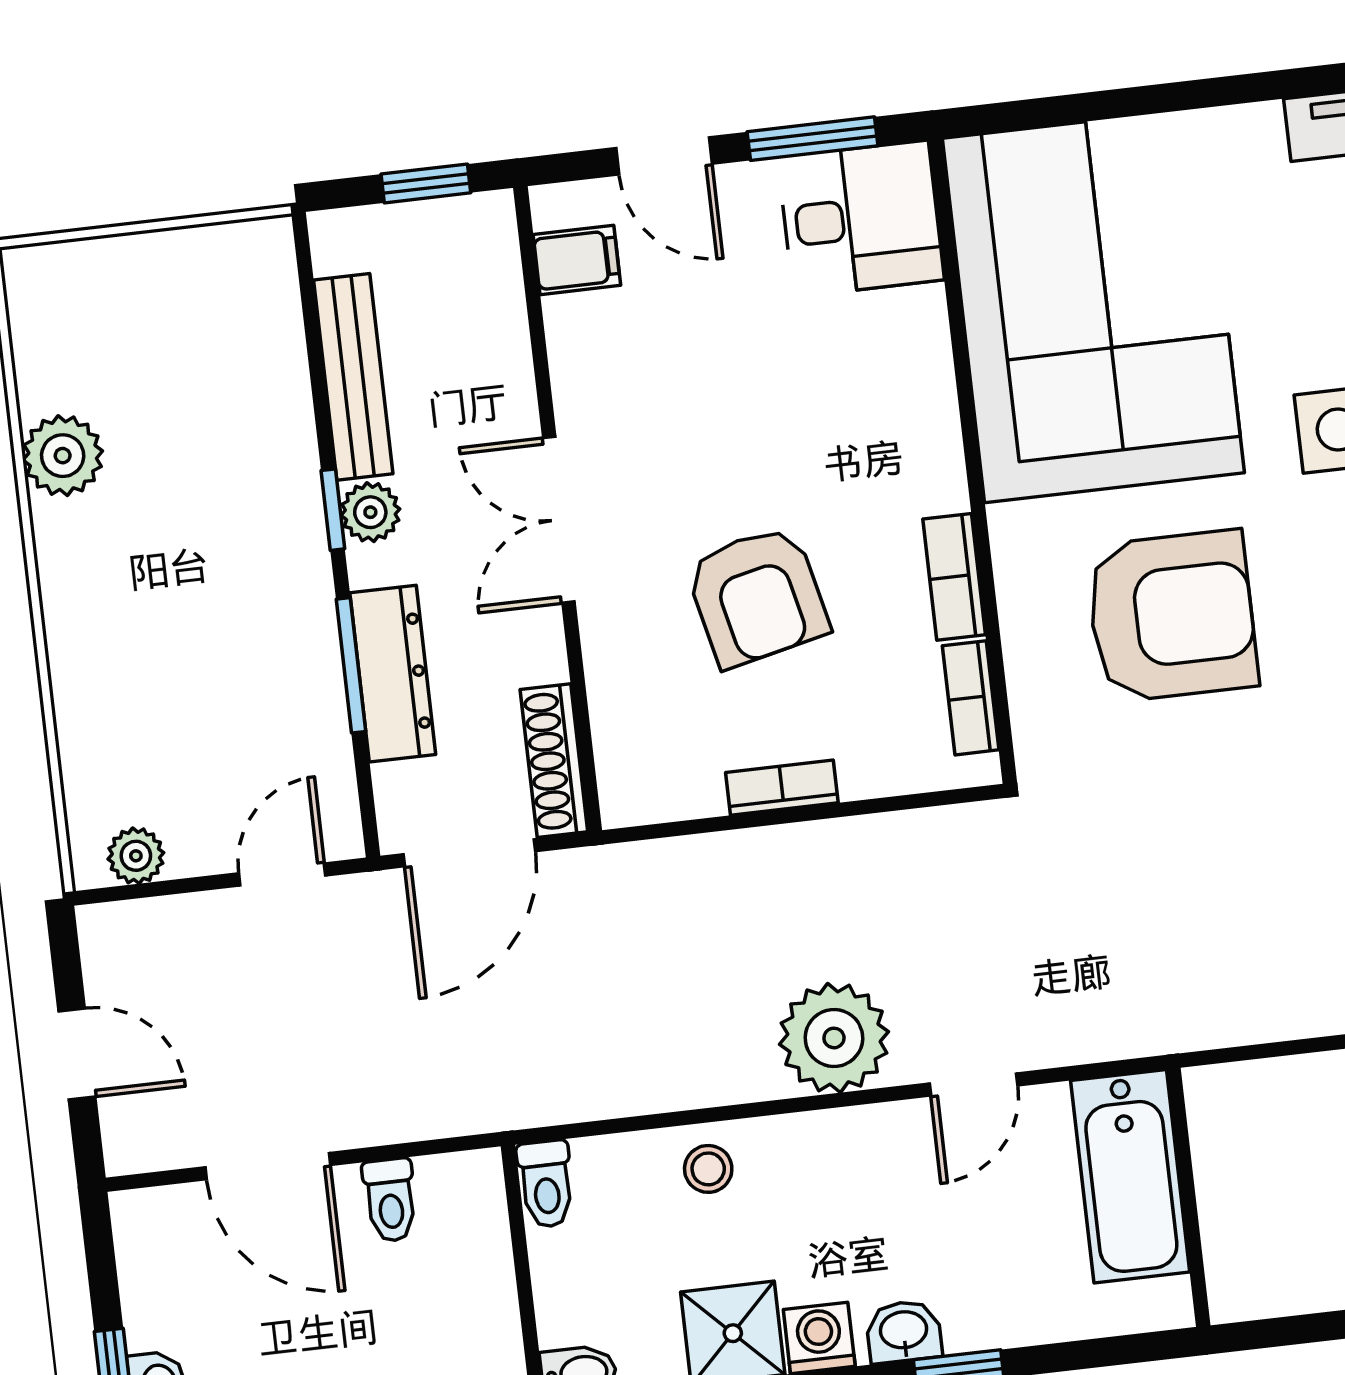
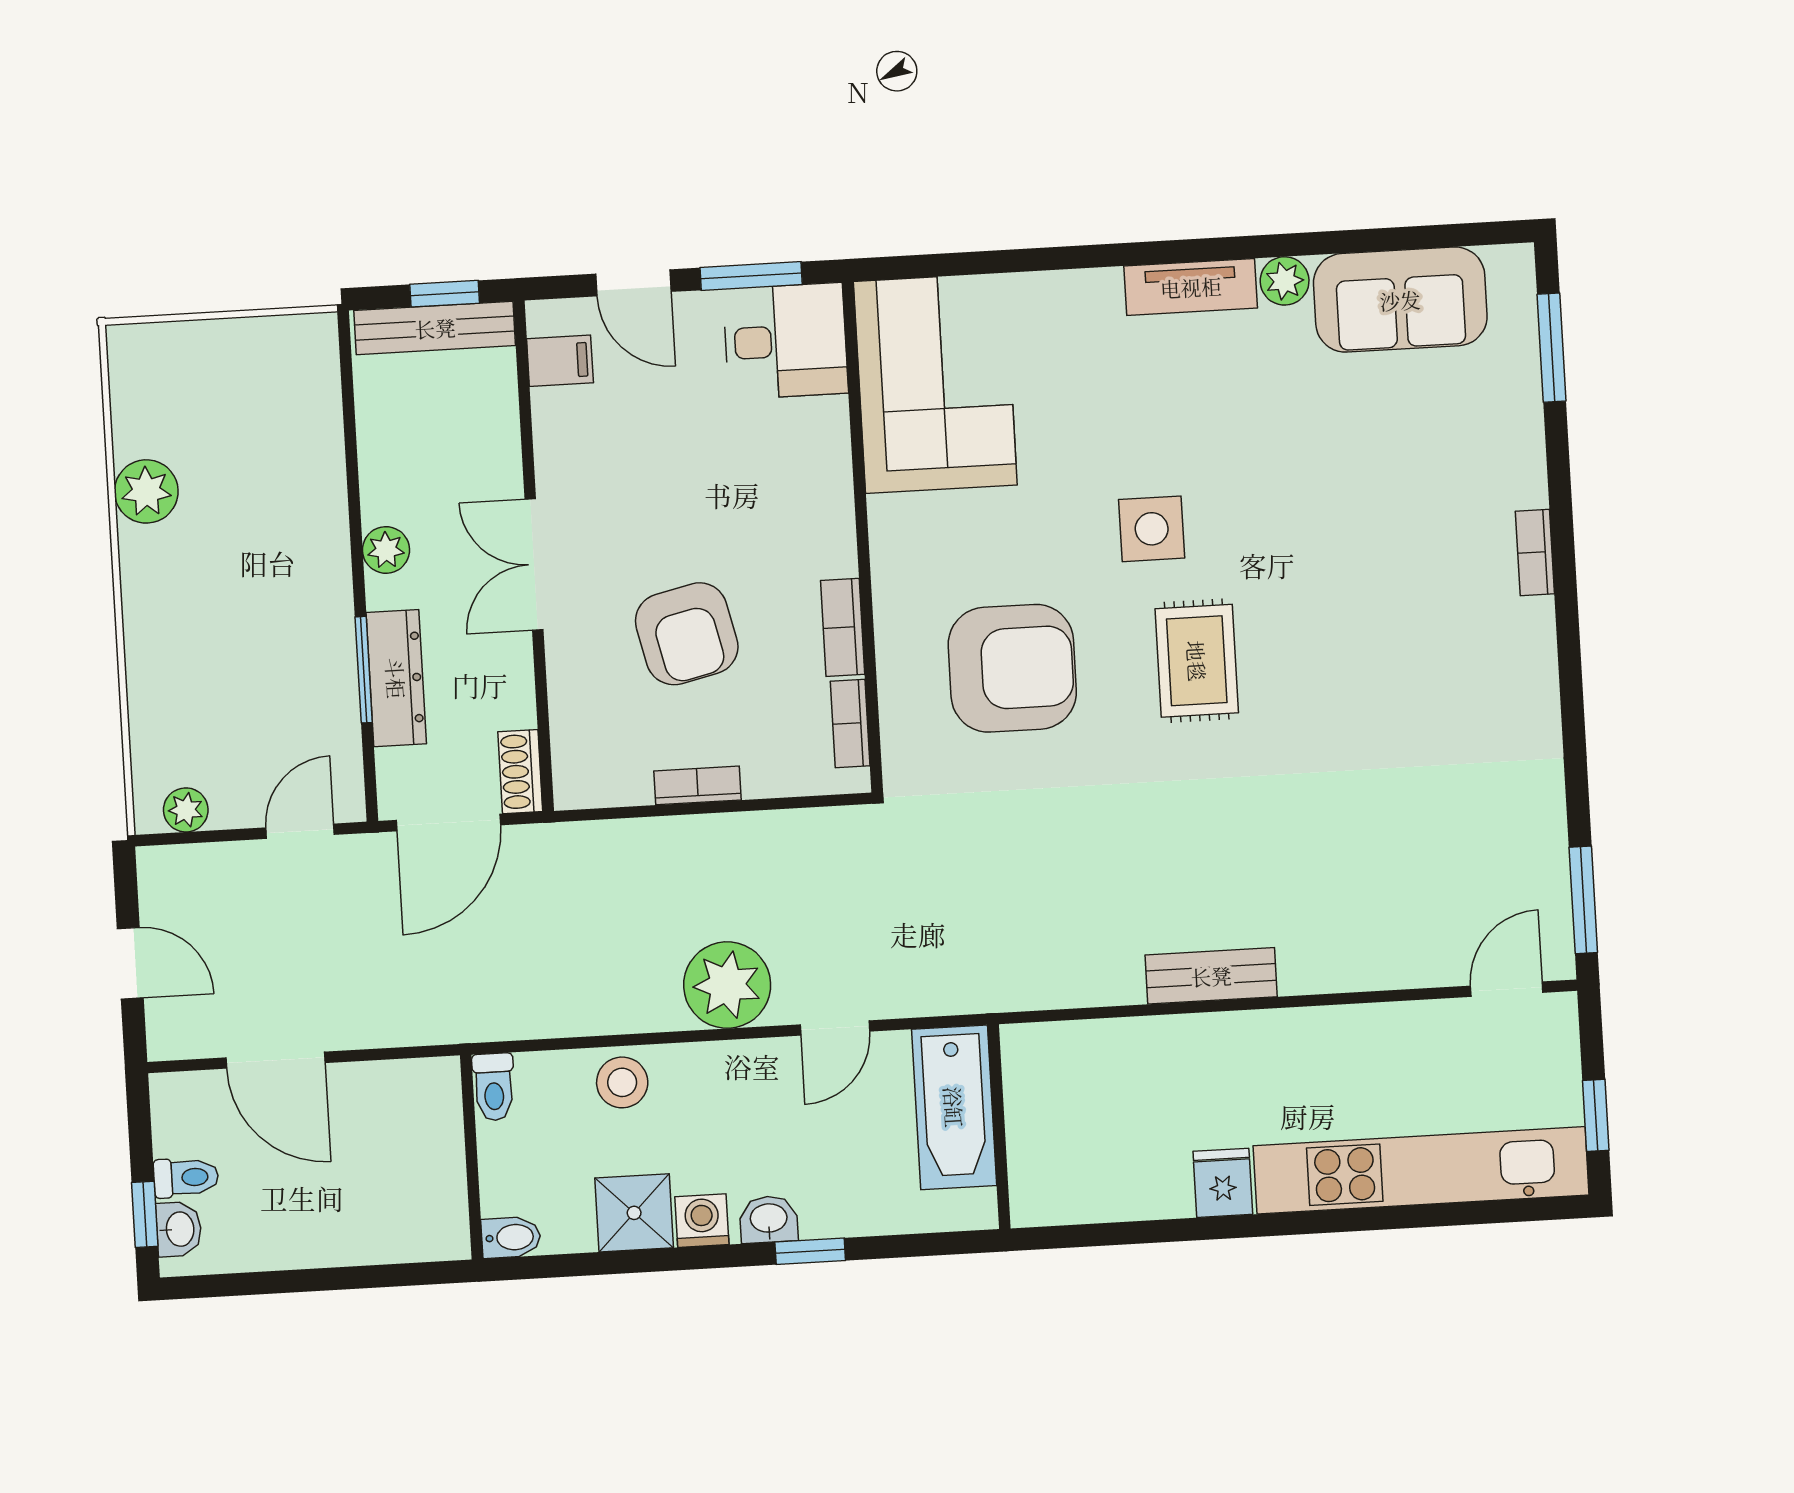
corner sofa: (1093, 305) -> (935, 383), width x0.73, depth x0.74
bench: (353, 377) -> (435, 328), moved, turned 90
window: (333, 510) -> (357, 546), removed
shoe rack: (554, 761) -> (520, 772), width x0.70
stool: (708, 1169) -> (622, 1082), width x1.37, depth x1.37
toilet: (390, 1200) -> (186, 1177), moved, turned -90

